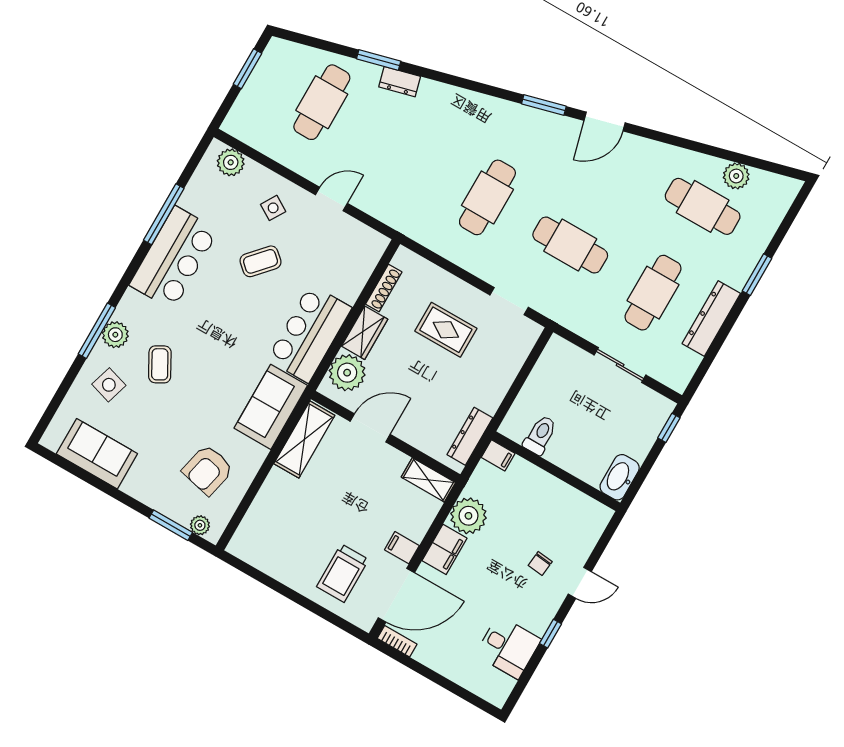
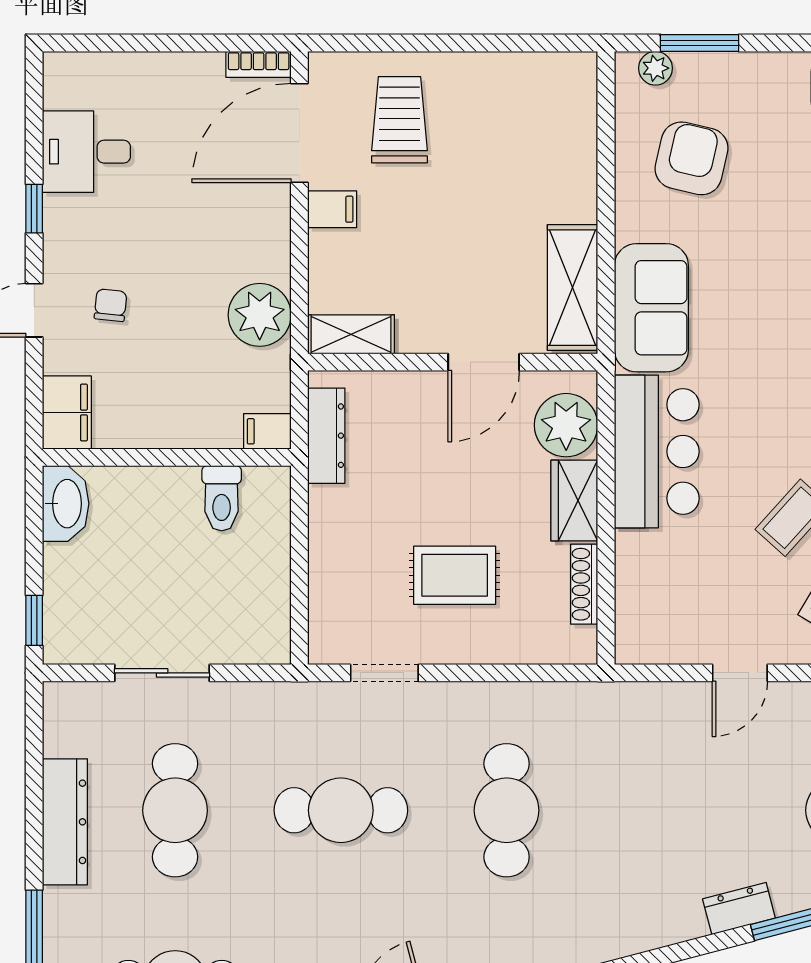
filing cabinet: (444, 549) -> (67, 413), moved, turned 180

